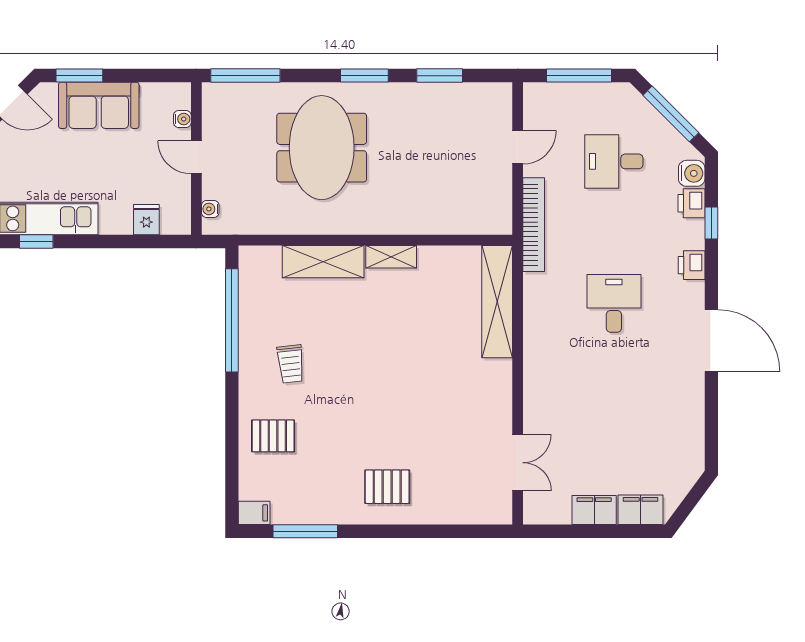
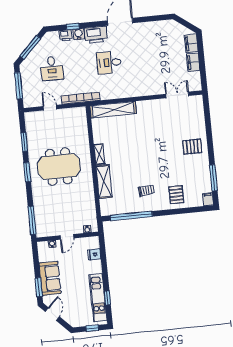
meeting table: (322, 148) -> (59, 167), moved
water cooler: (692, 173) -> (79, 34), moved
printer: (692, 265) -> (96, 35), width x1.87, depth x1.48
pallet: (387, 487) -> (192, 147), turned 90

